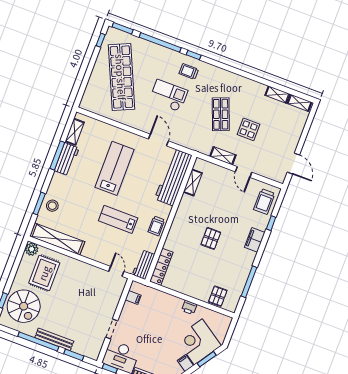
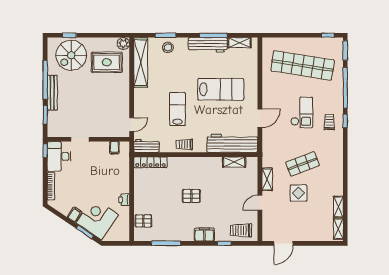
shop shelf: (121, 77) -> (303, 65), turned 33
workbench: (67, 159) -> (208, 45), width x1.37

